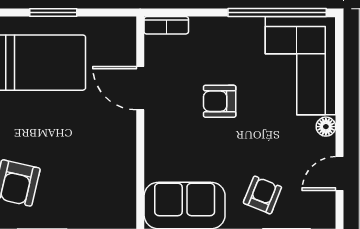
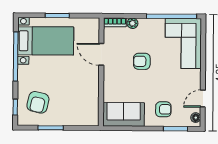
plant: (201, 27) -> (132, 23), added
floor lamp: (326, 127) -> (196, 118), moved
armchair: (262, 195) -> (163, 109), turned 68

